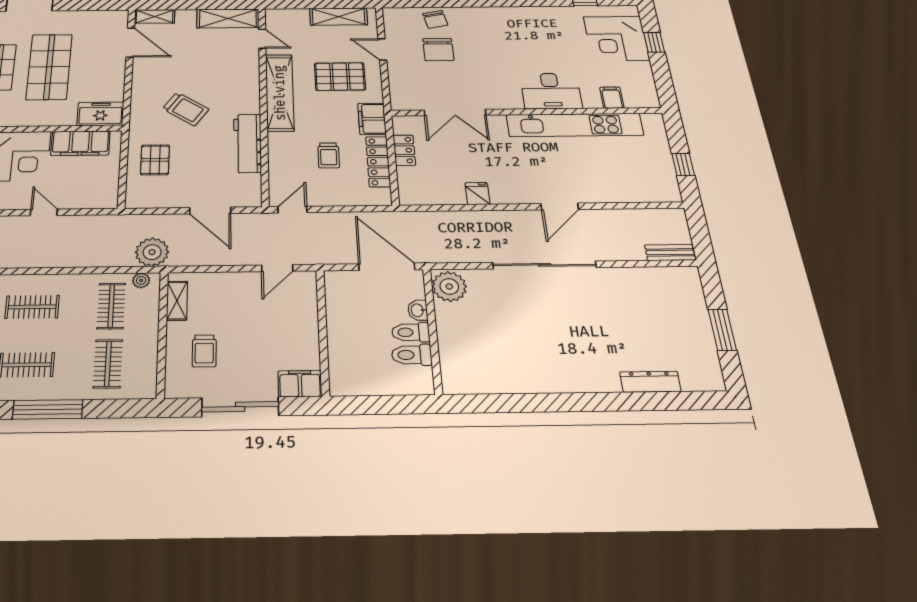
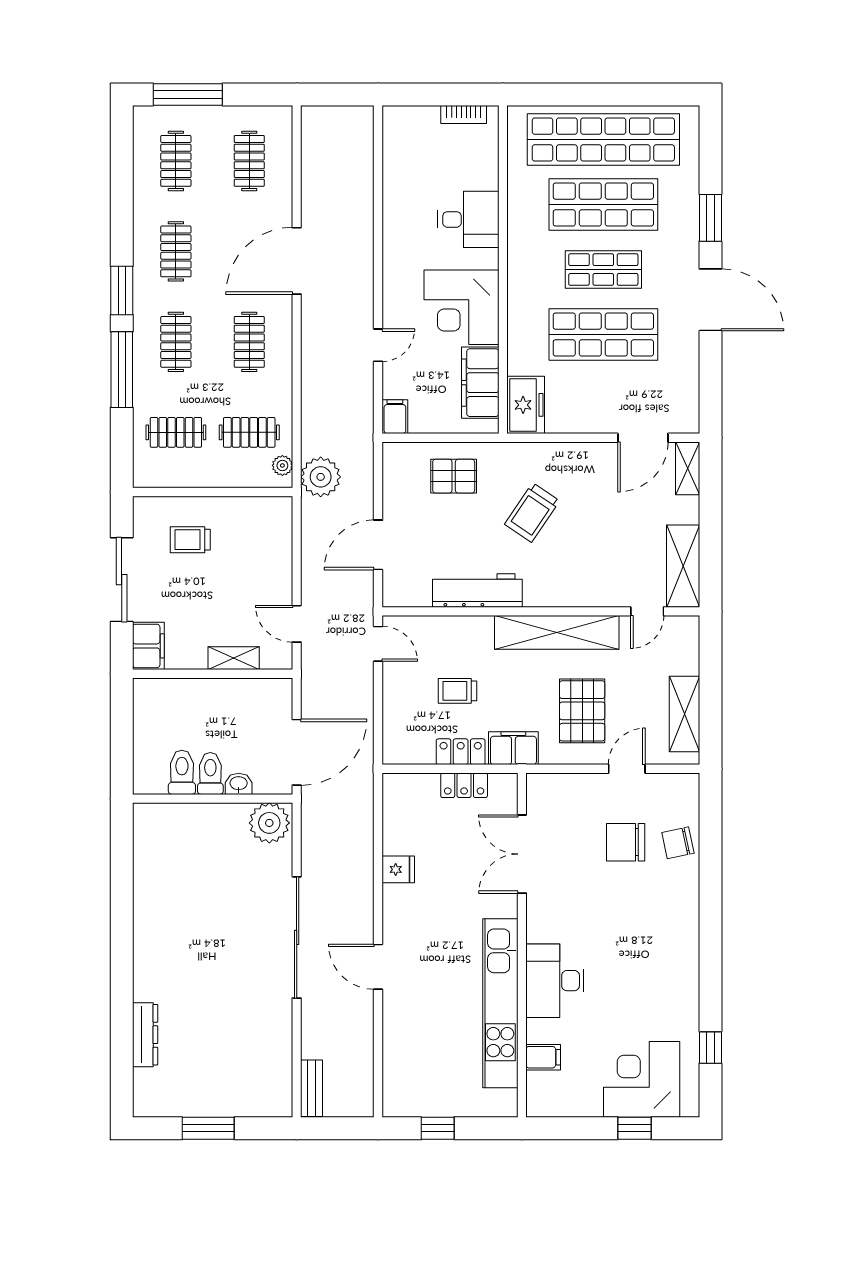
locker: (378, 162) -> (461, 752), width x0.66
filing cabinet: (104, 200) -> (395, 417), added
shelving: (177, 301) -> (234, 658), moved

